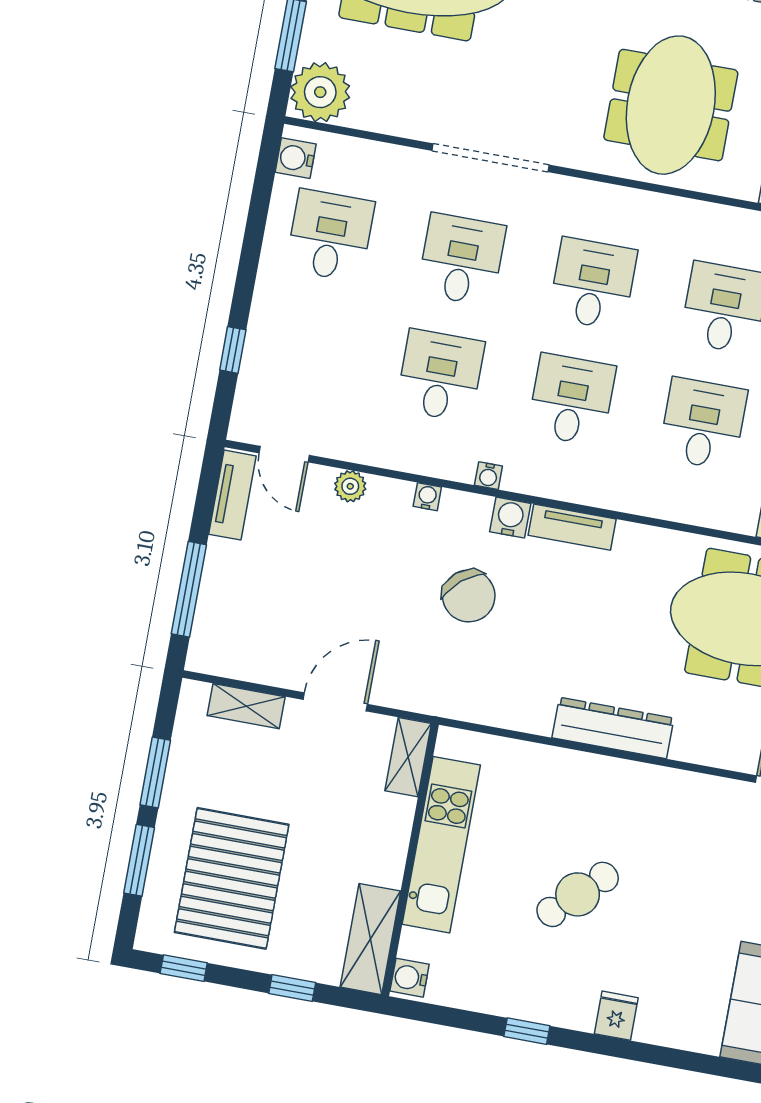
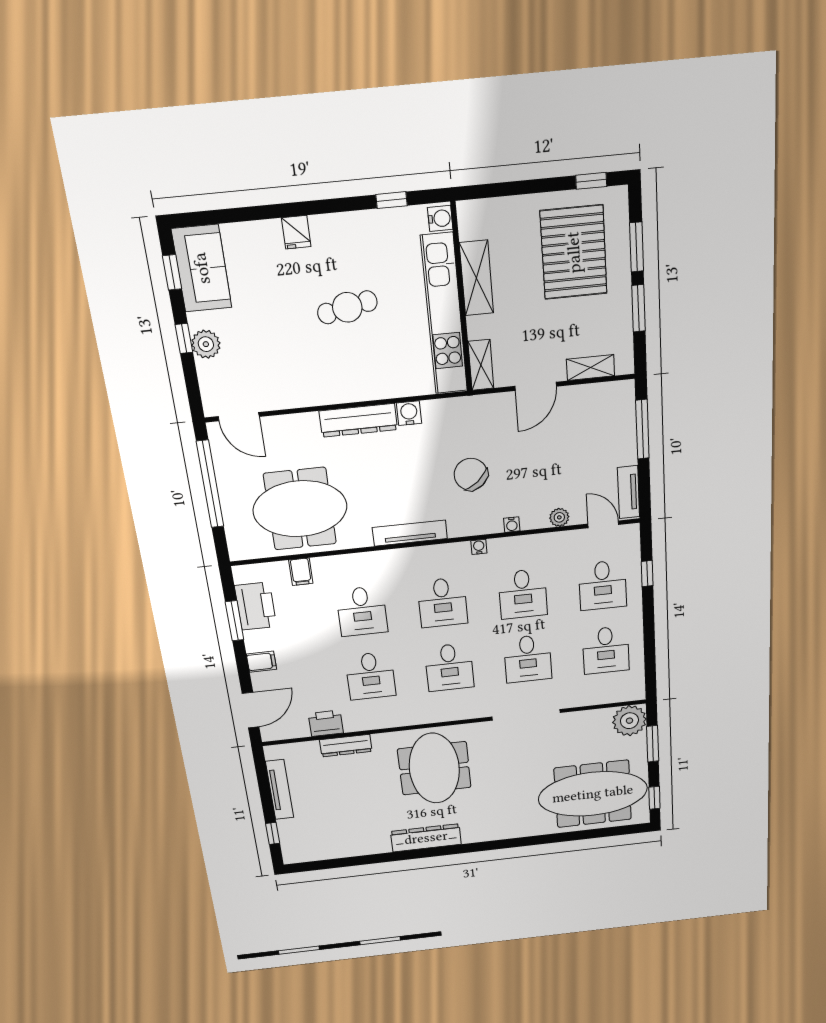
water cooler: (296, 158) -> (635, 684), removed
desk: (309, 351) -> (603, 585), added
water cooler: (510, 518) -> (409, 413), moved, turned 180
tv unit: (572, 527) -> (410, 533), width x1.41
kitchen unit: (441, 845) -> (444, 314), width x1.36
cafe table: (578, 894) -> (347, 307), turned 33
shelving: (370, 939) -> (476, 278), moved
window: (292, 988) -> (516, 188), removed
window: (527, 1031) -> (392, 200), moved

